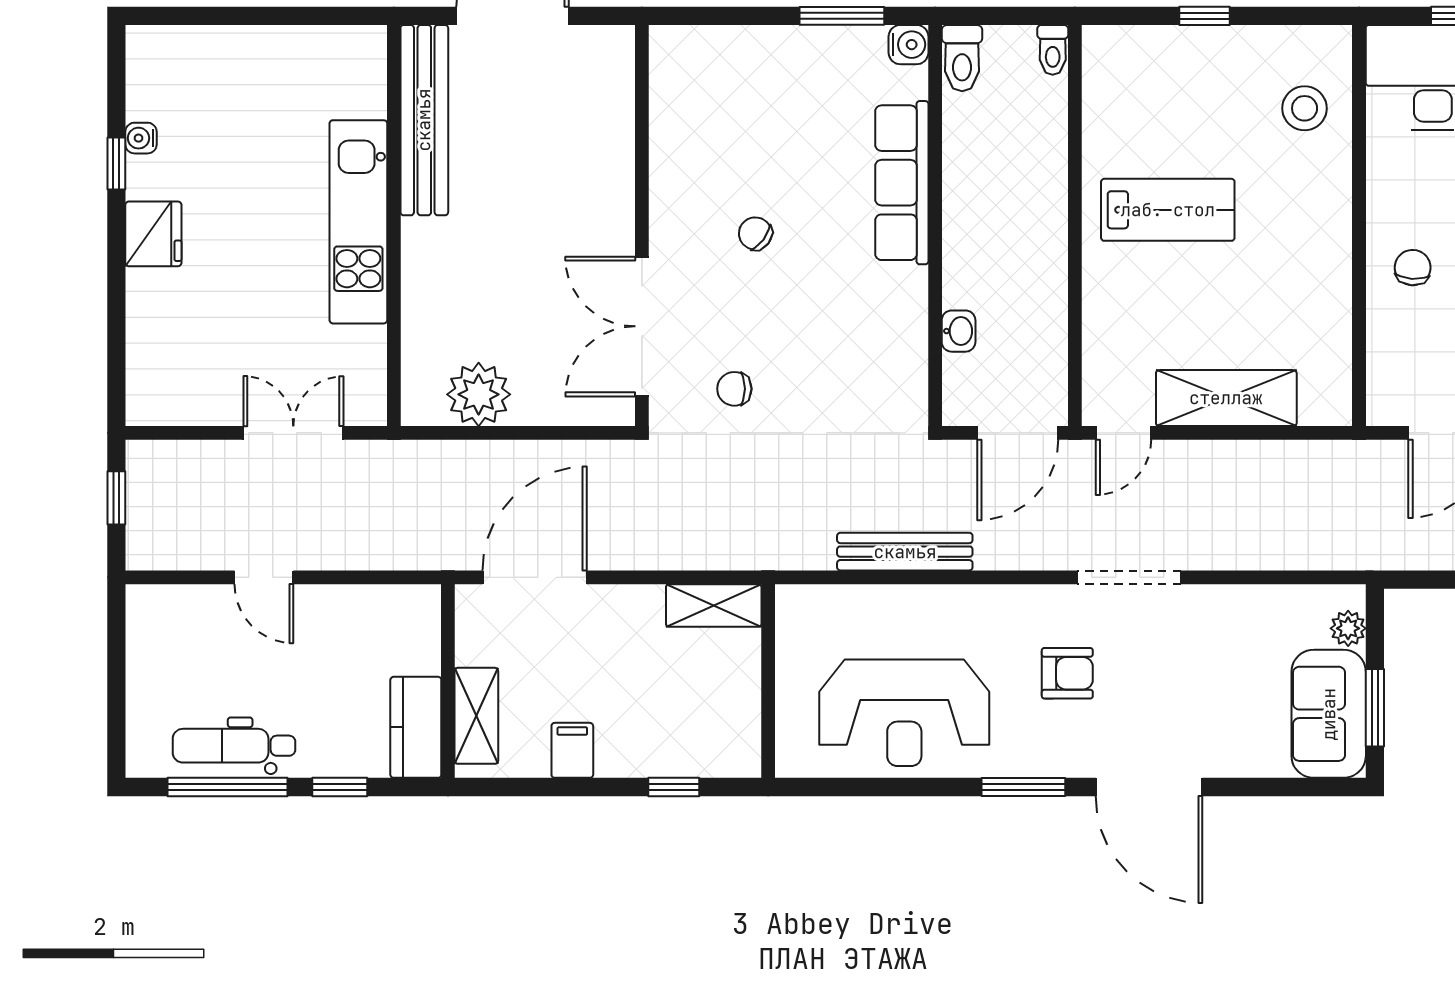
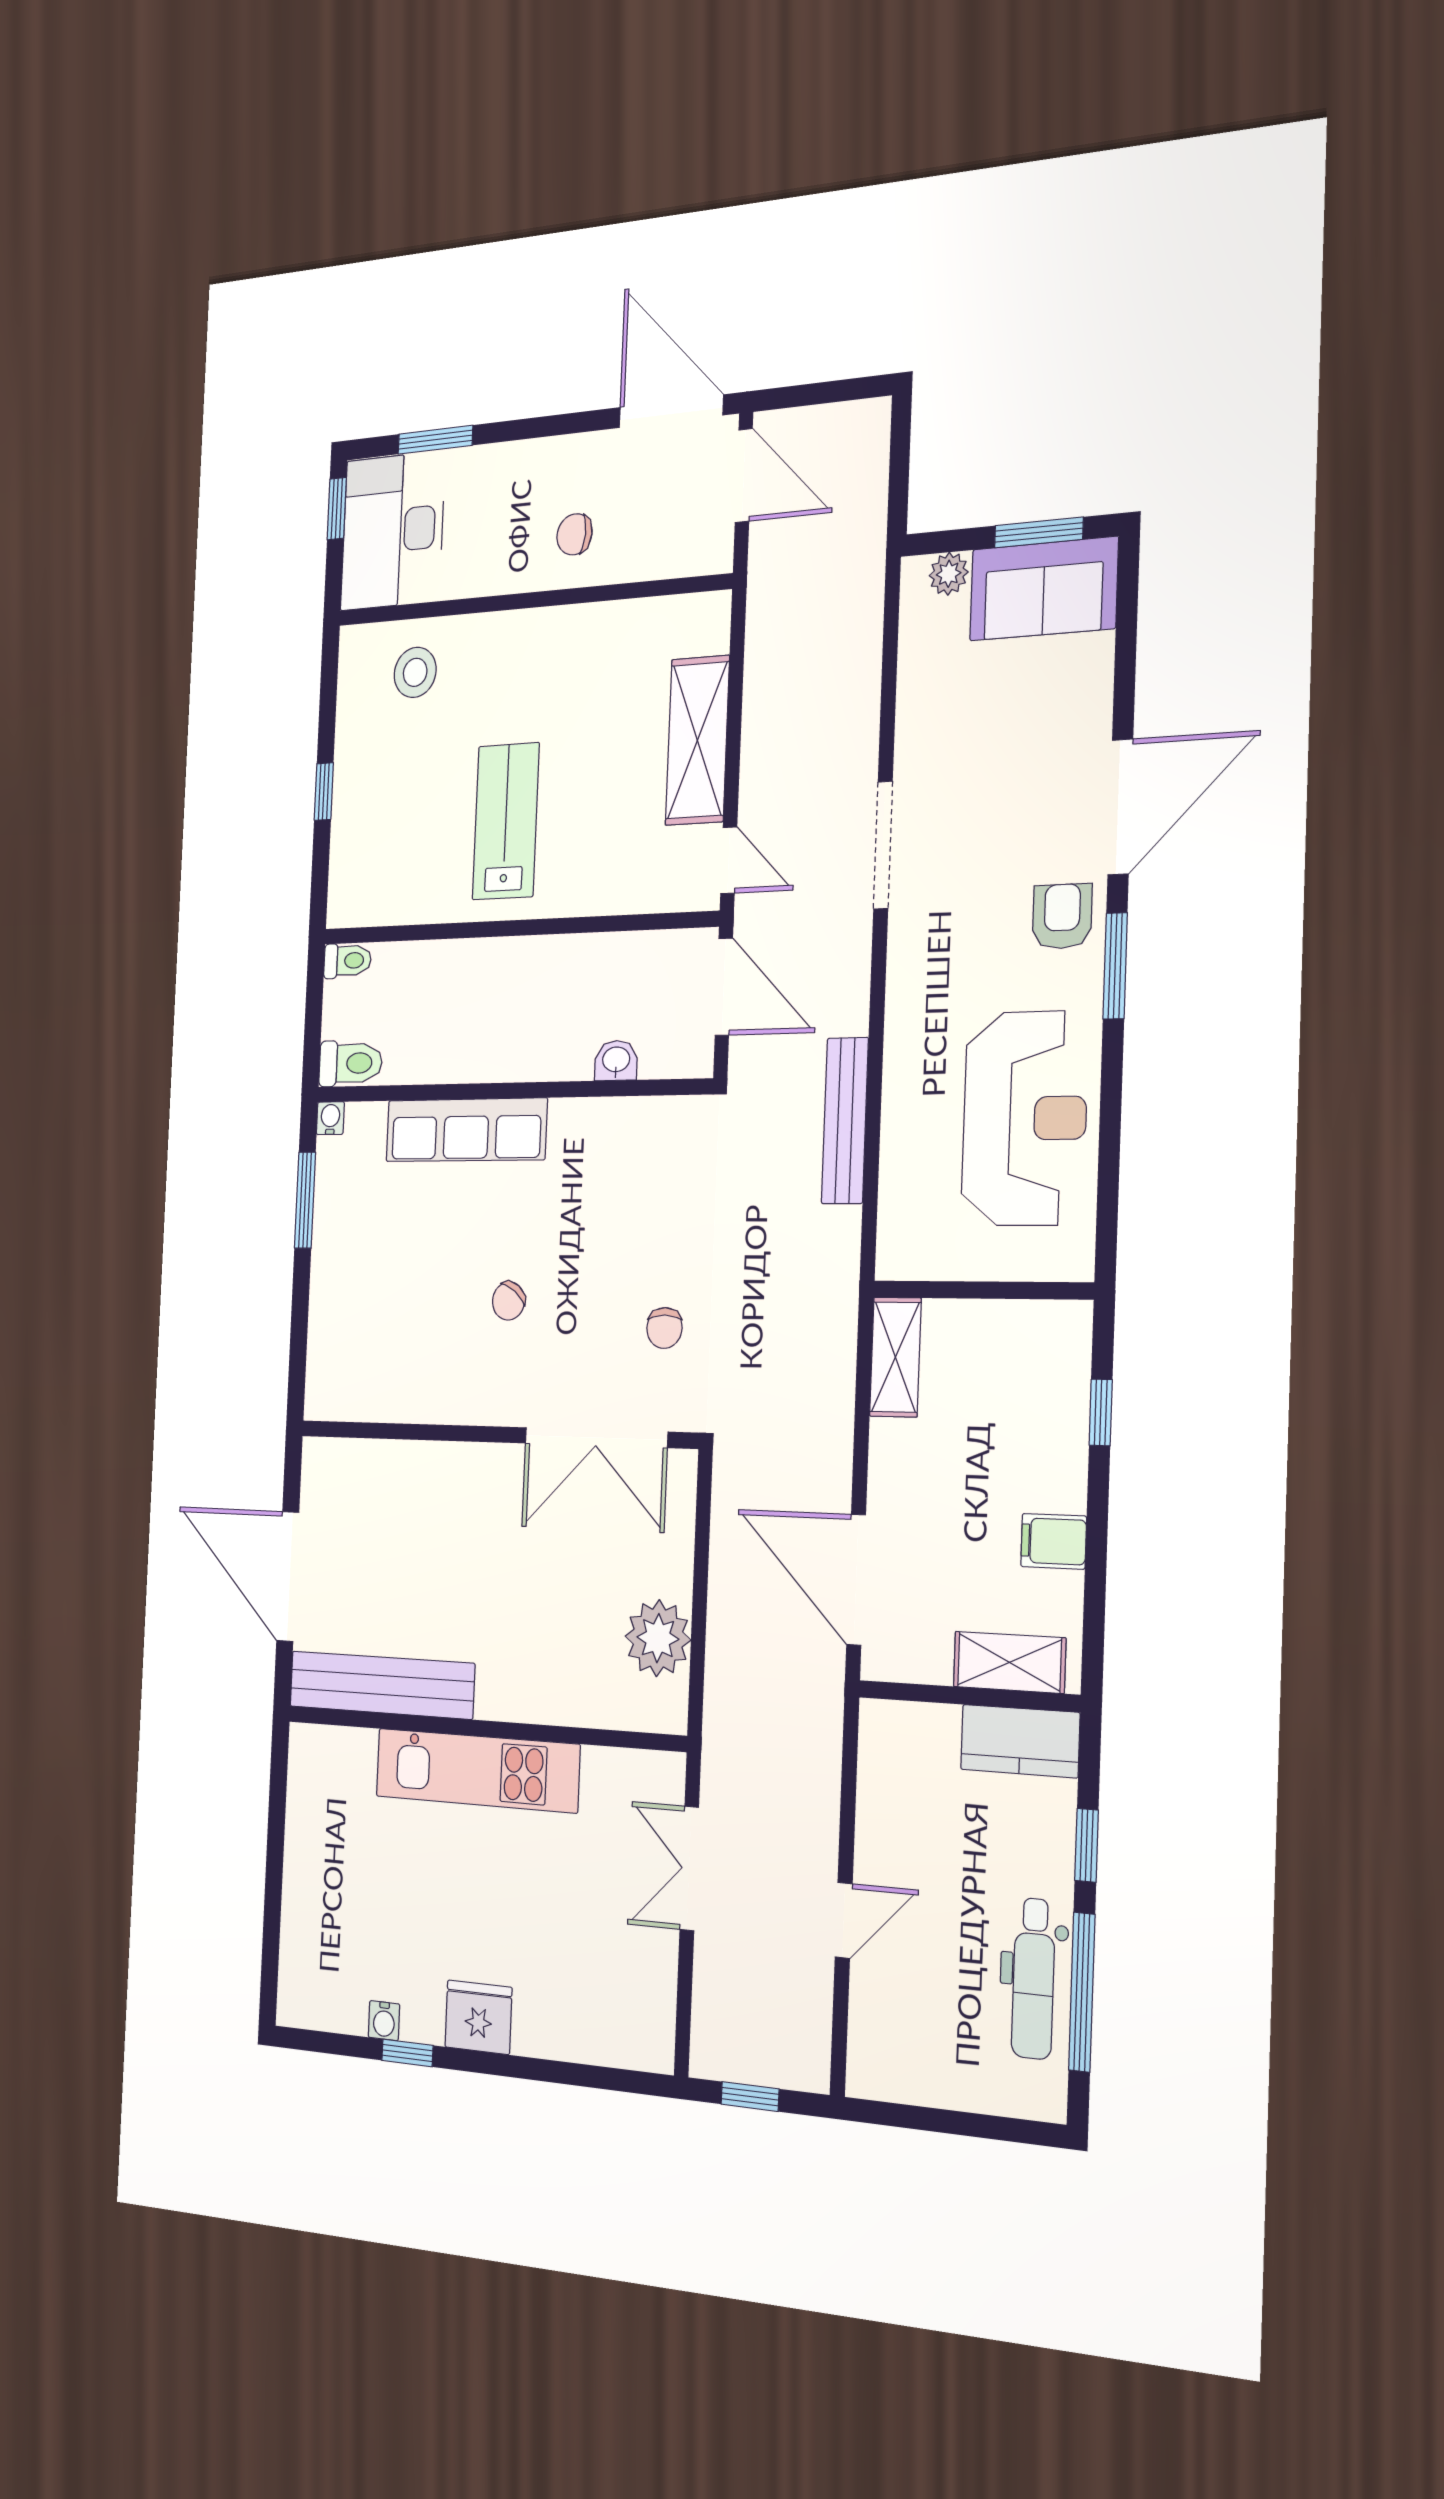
water cooler: (908, 45) -> (330, 1118), width x0.72, depth x0.72
armchair: (1067, 673) -> (1062, 916), moved

